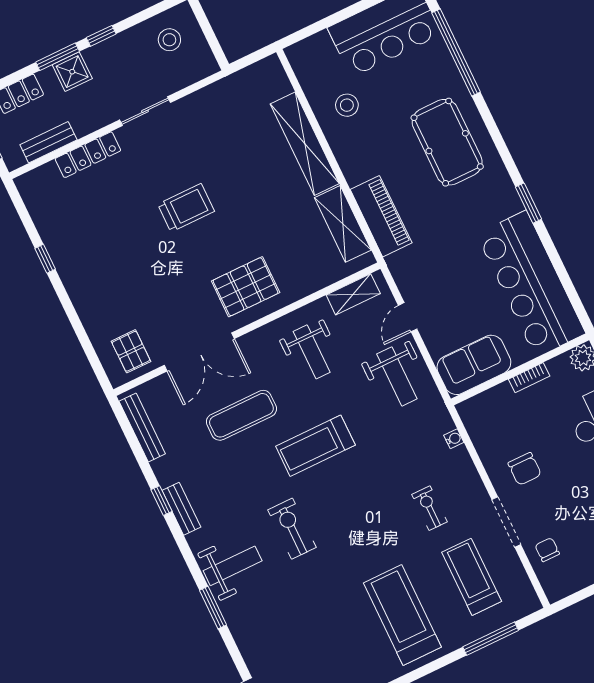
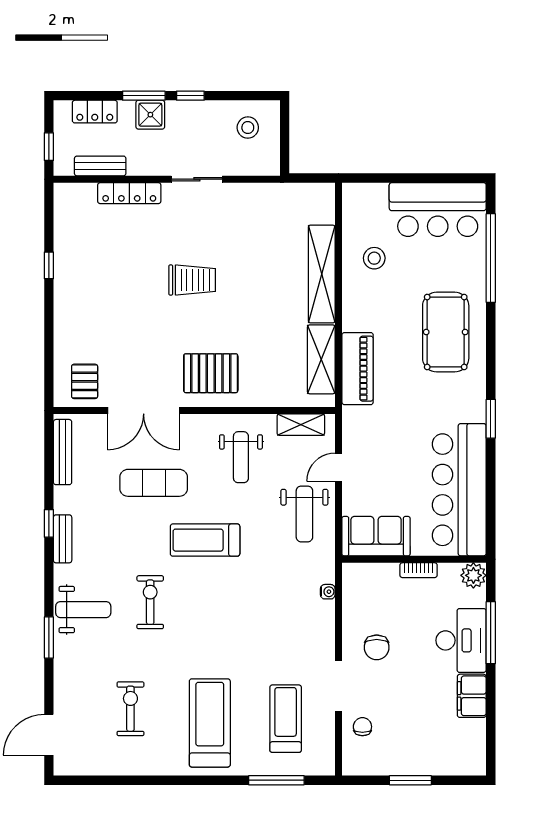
exercise bike: (430, 508) -> (130, 709), moved, width x1.38, depth x1.39

